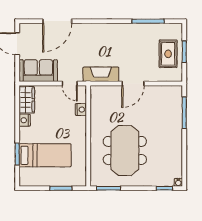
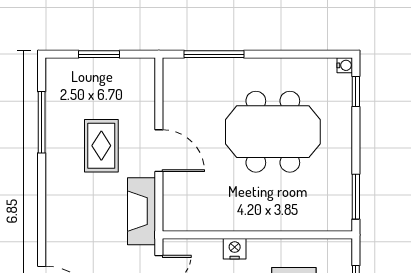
rug: (168, 54) -> (101, 146), moved, turned 90
nightstand: (81, 110) -> (235, 249), moved
meeting table: (125, 150) -> (273, 132), moved

